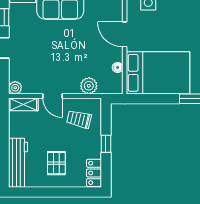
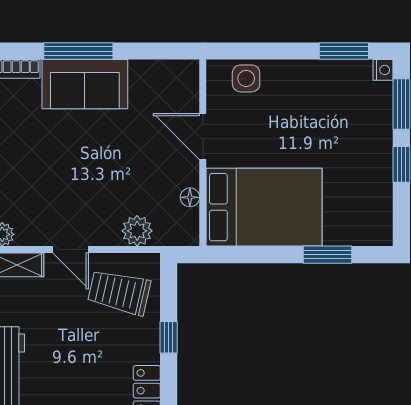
trolley: (79, 119) -> (119, 292), width x1.36, depth x1.39
pallet: (56, 163) -> (78, 373), removed

